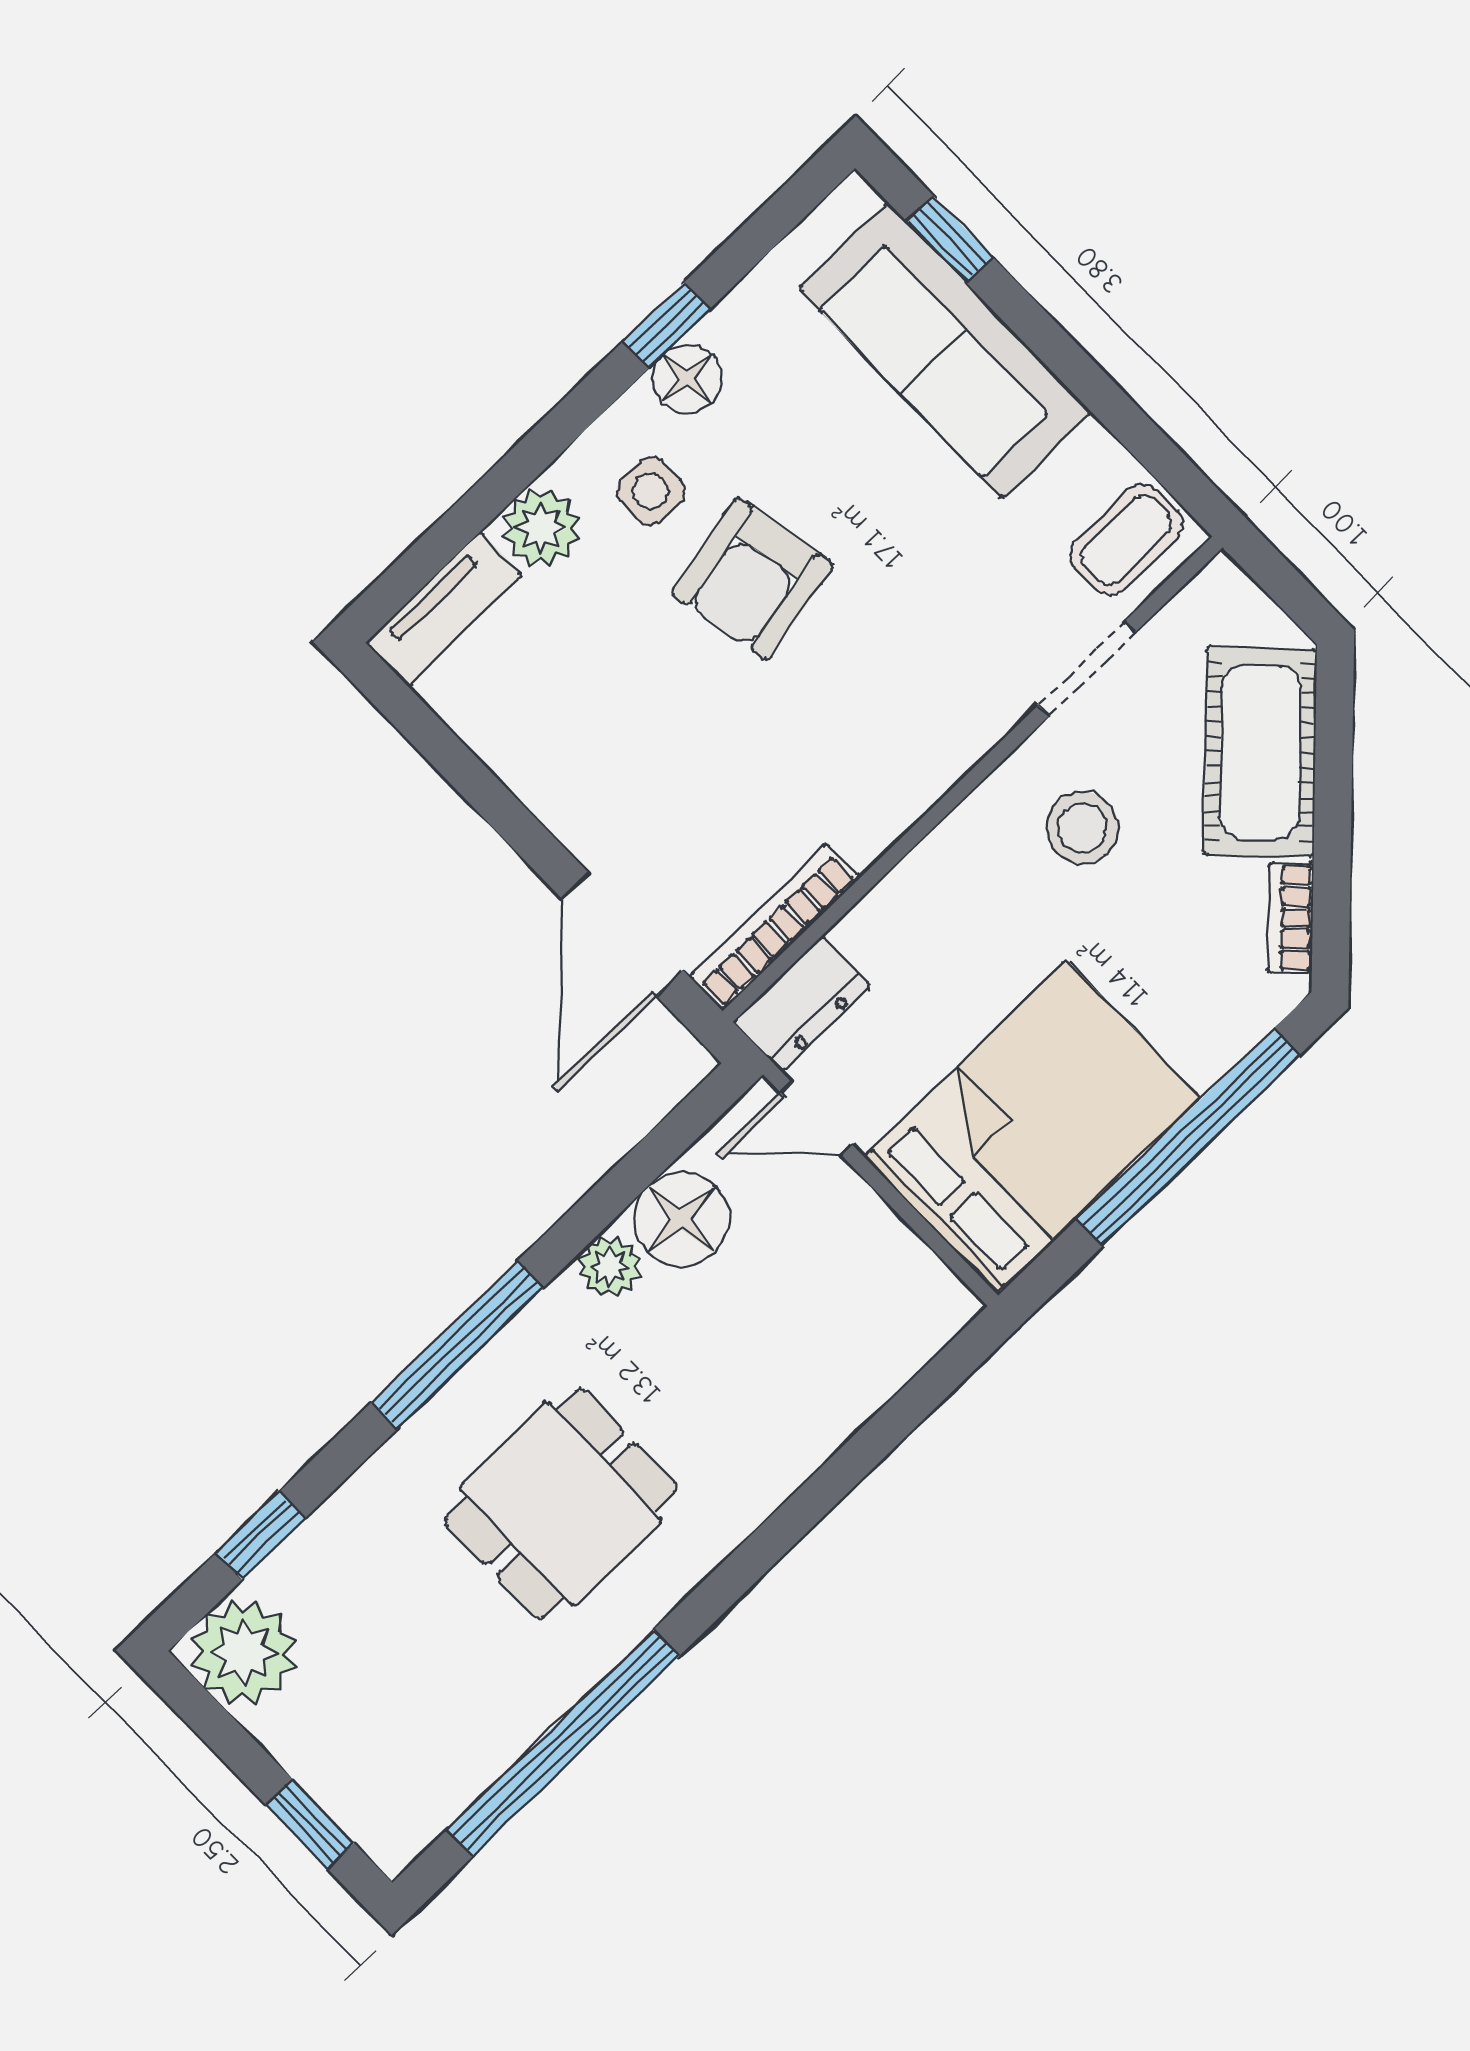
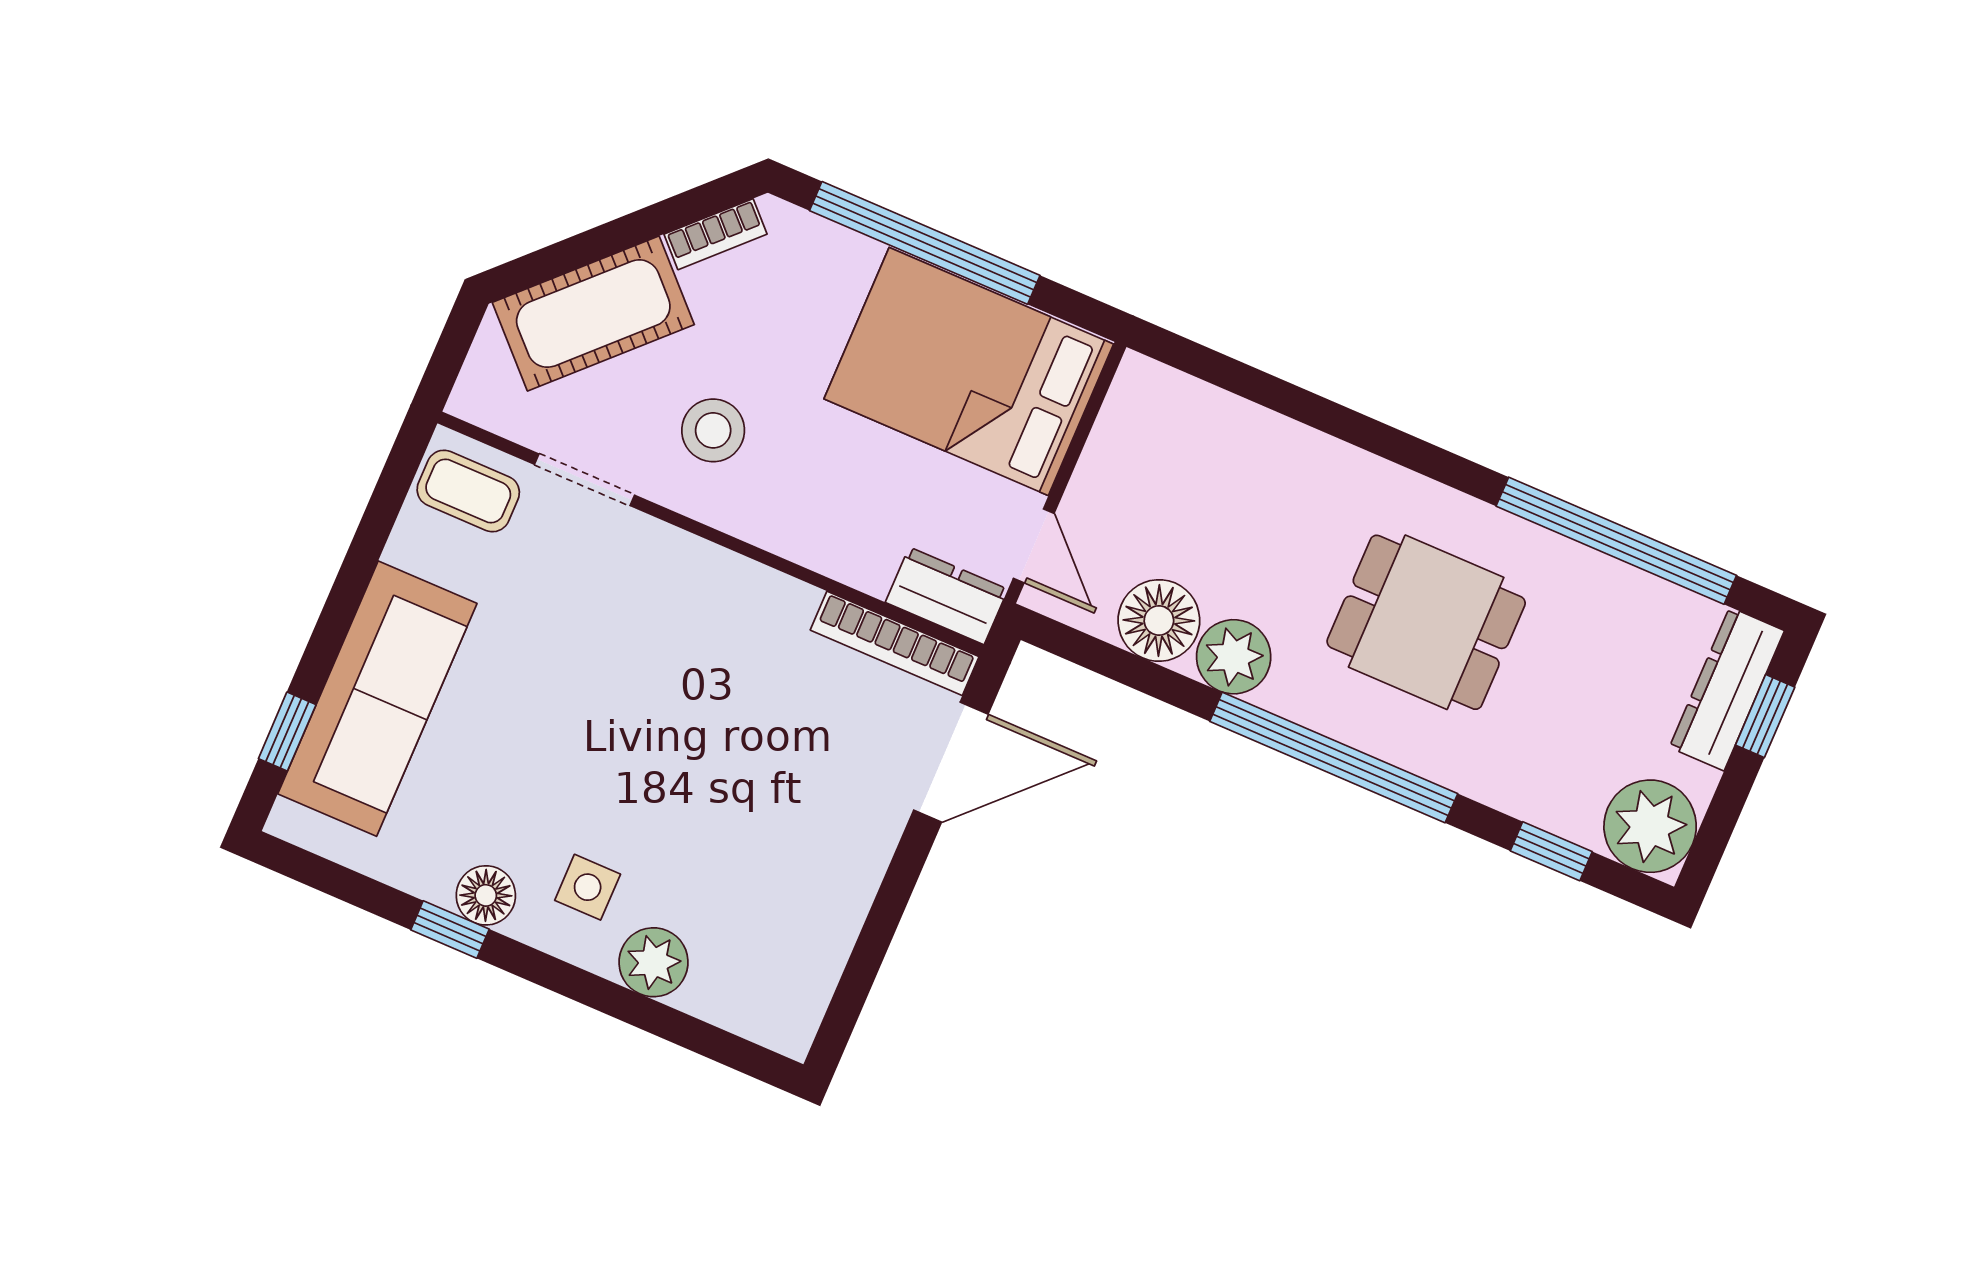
armchair: (752, 579) -> (624, 777), removed
tv unit: (444, 609) -> (750, 1013), removed
plant: (610, 1266) -> (1234, 657), width x1.38, depth x1.38
window: (457, 1345) -> (1334, 757), width x1.46
dresser: (356, 1795) -> (1727, 689), added

